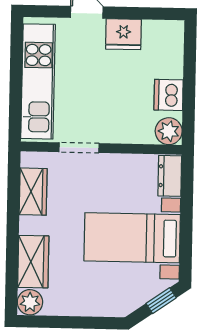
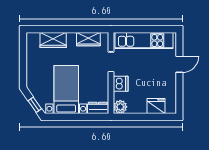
fridge: (123, 34) -> (156, 106), moved, turned 90
dishwasher: (169, 95) -> (121, 84), moved, turned 90
plant: (30, 302) -> (33, 39), removed

